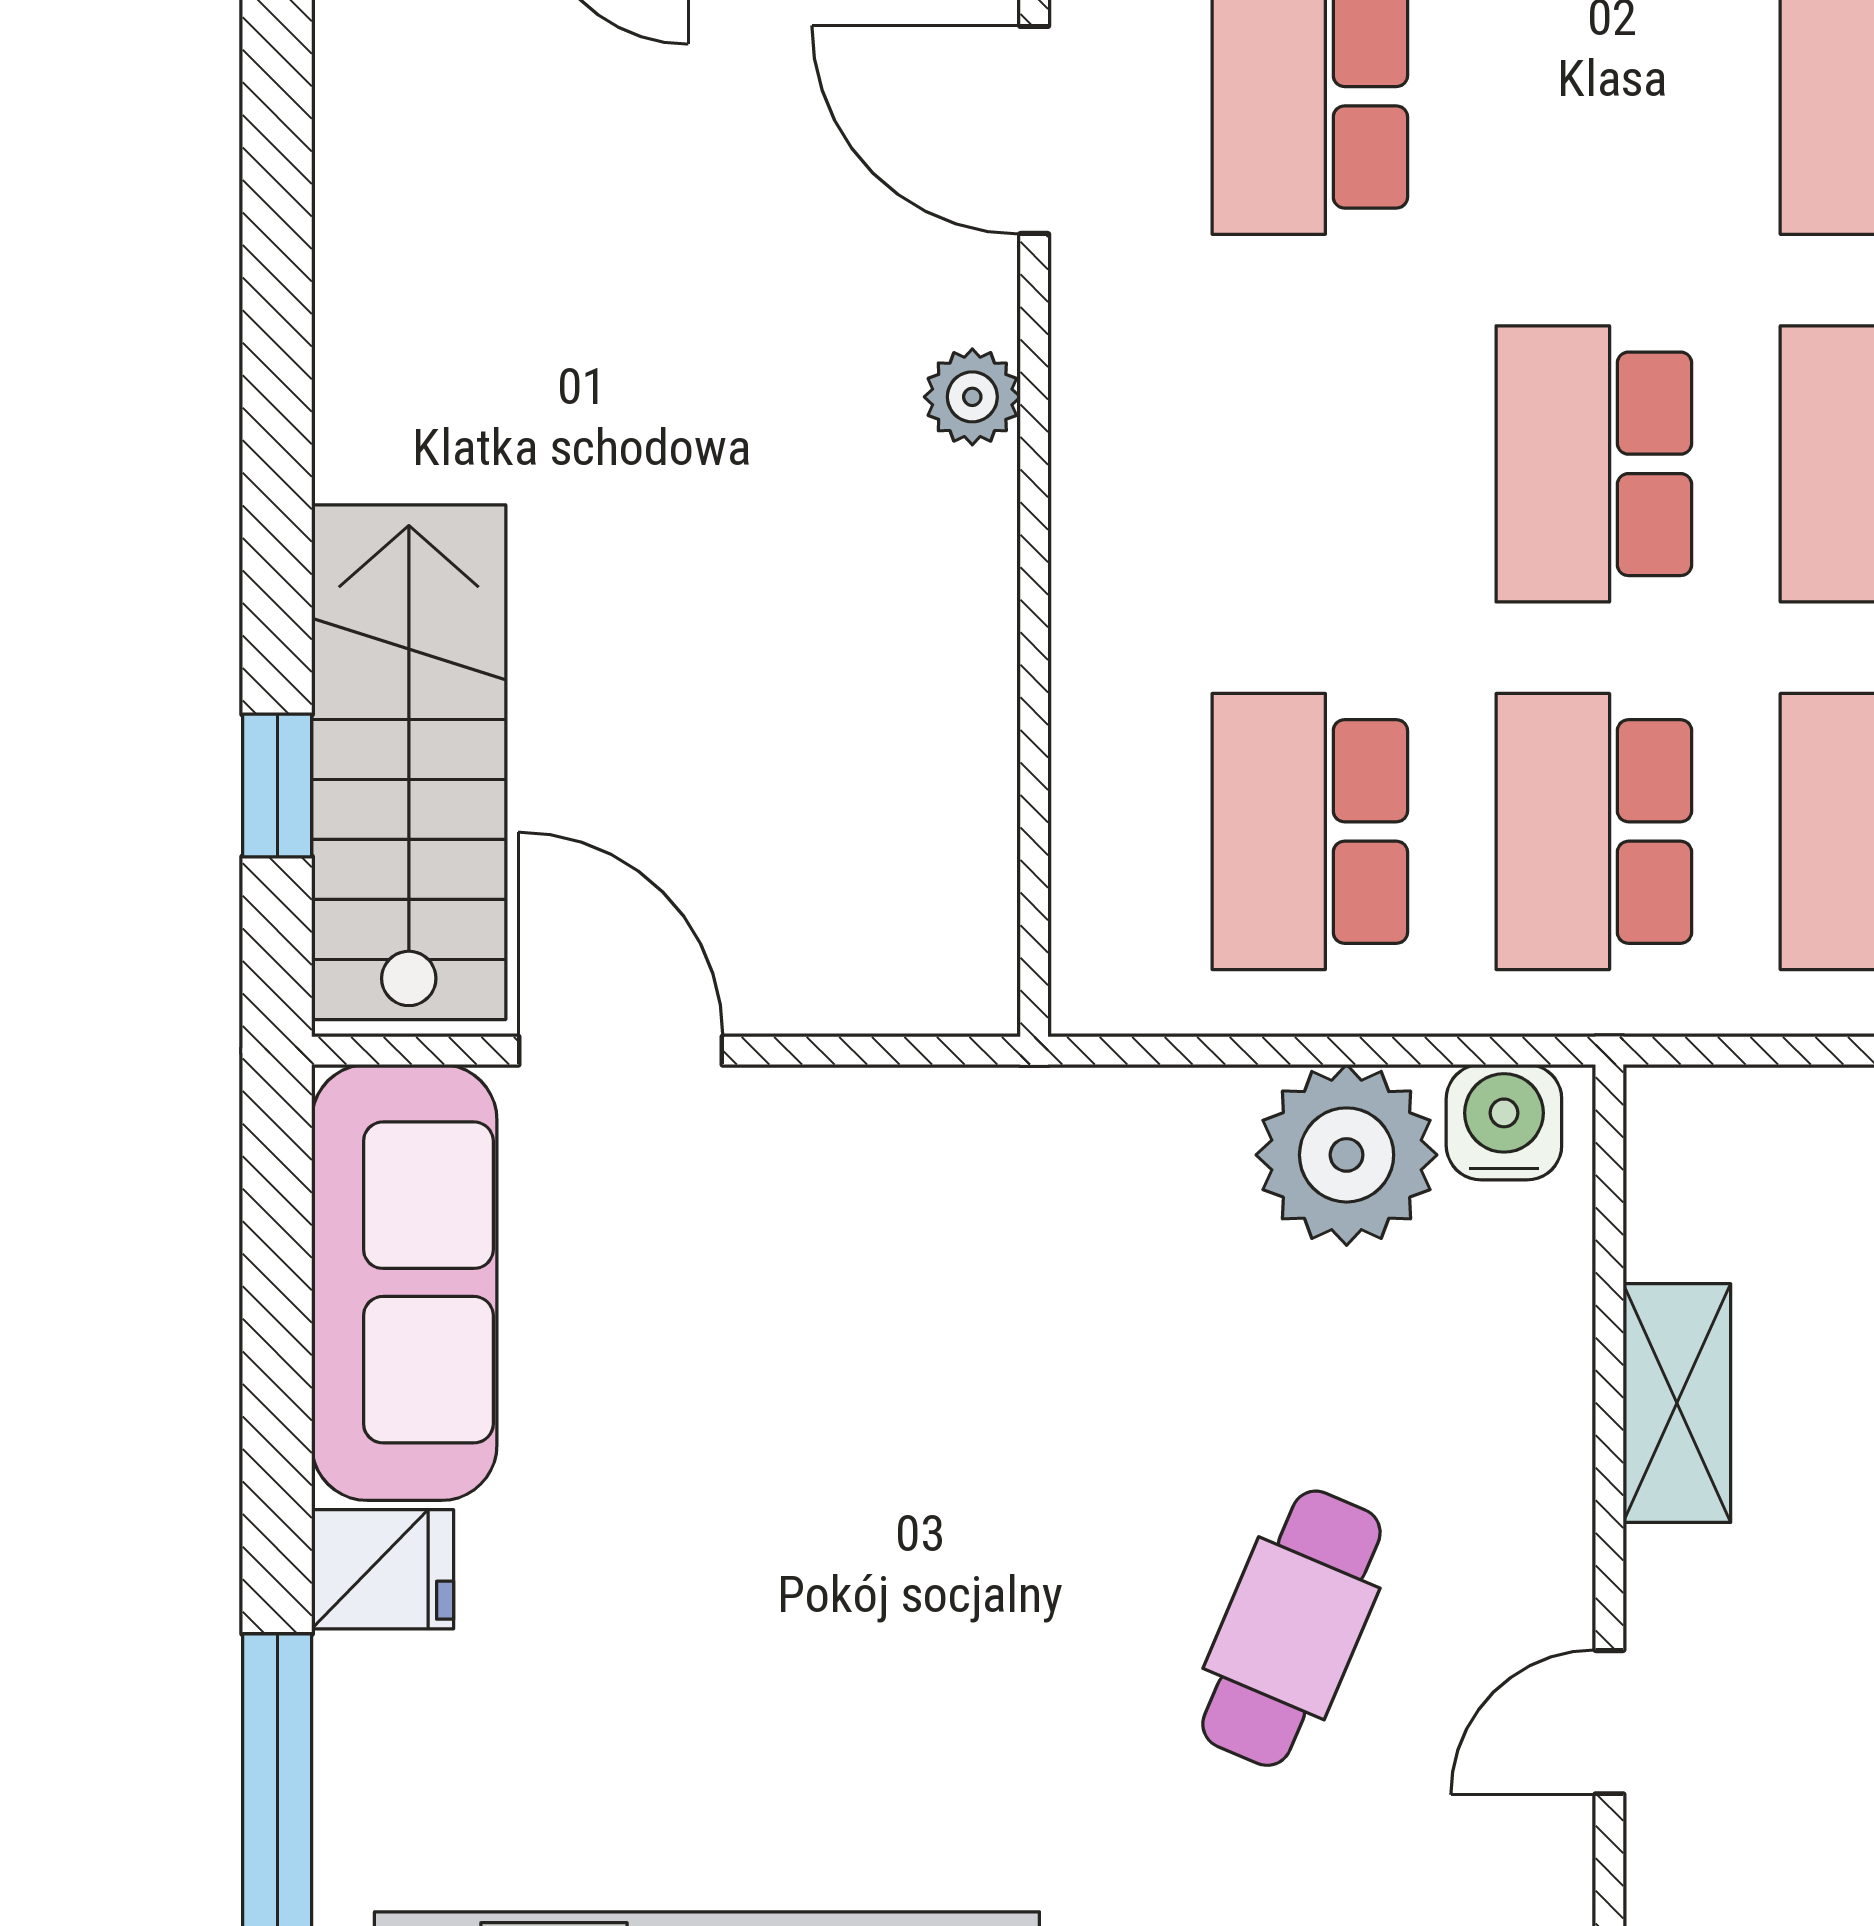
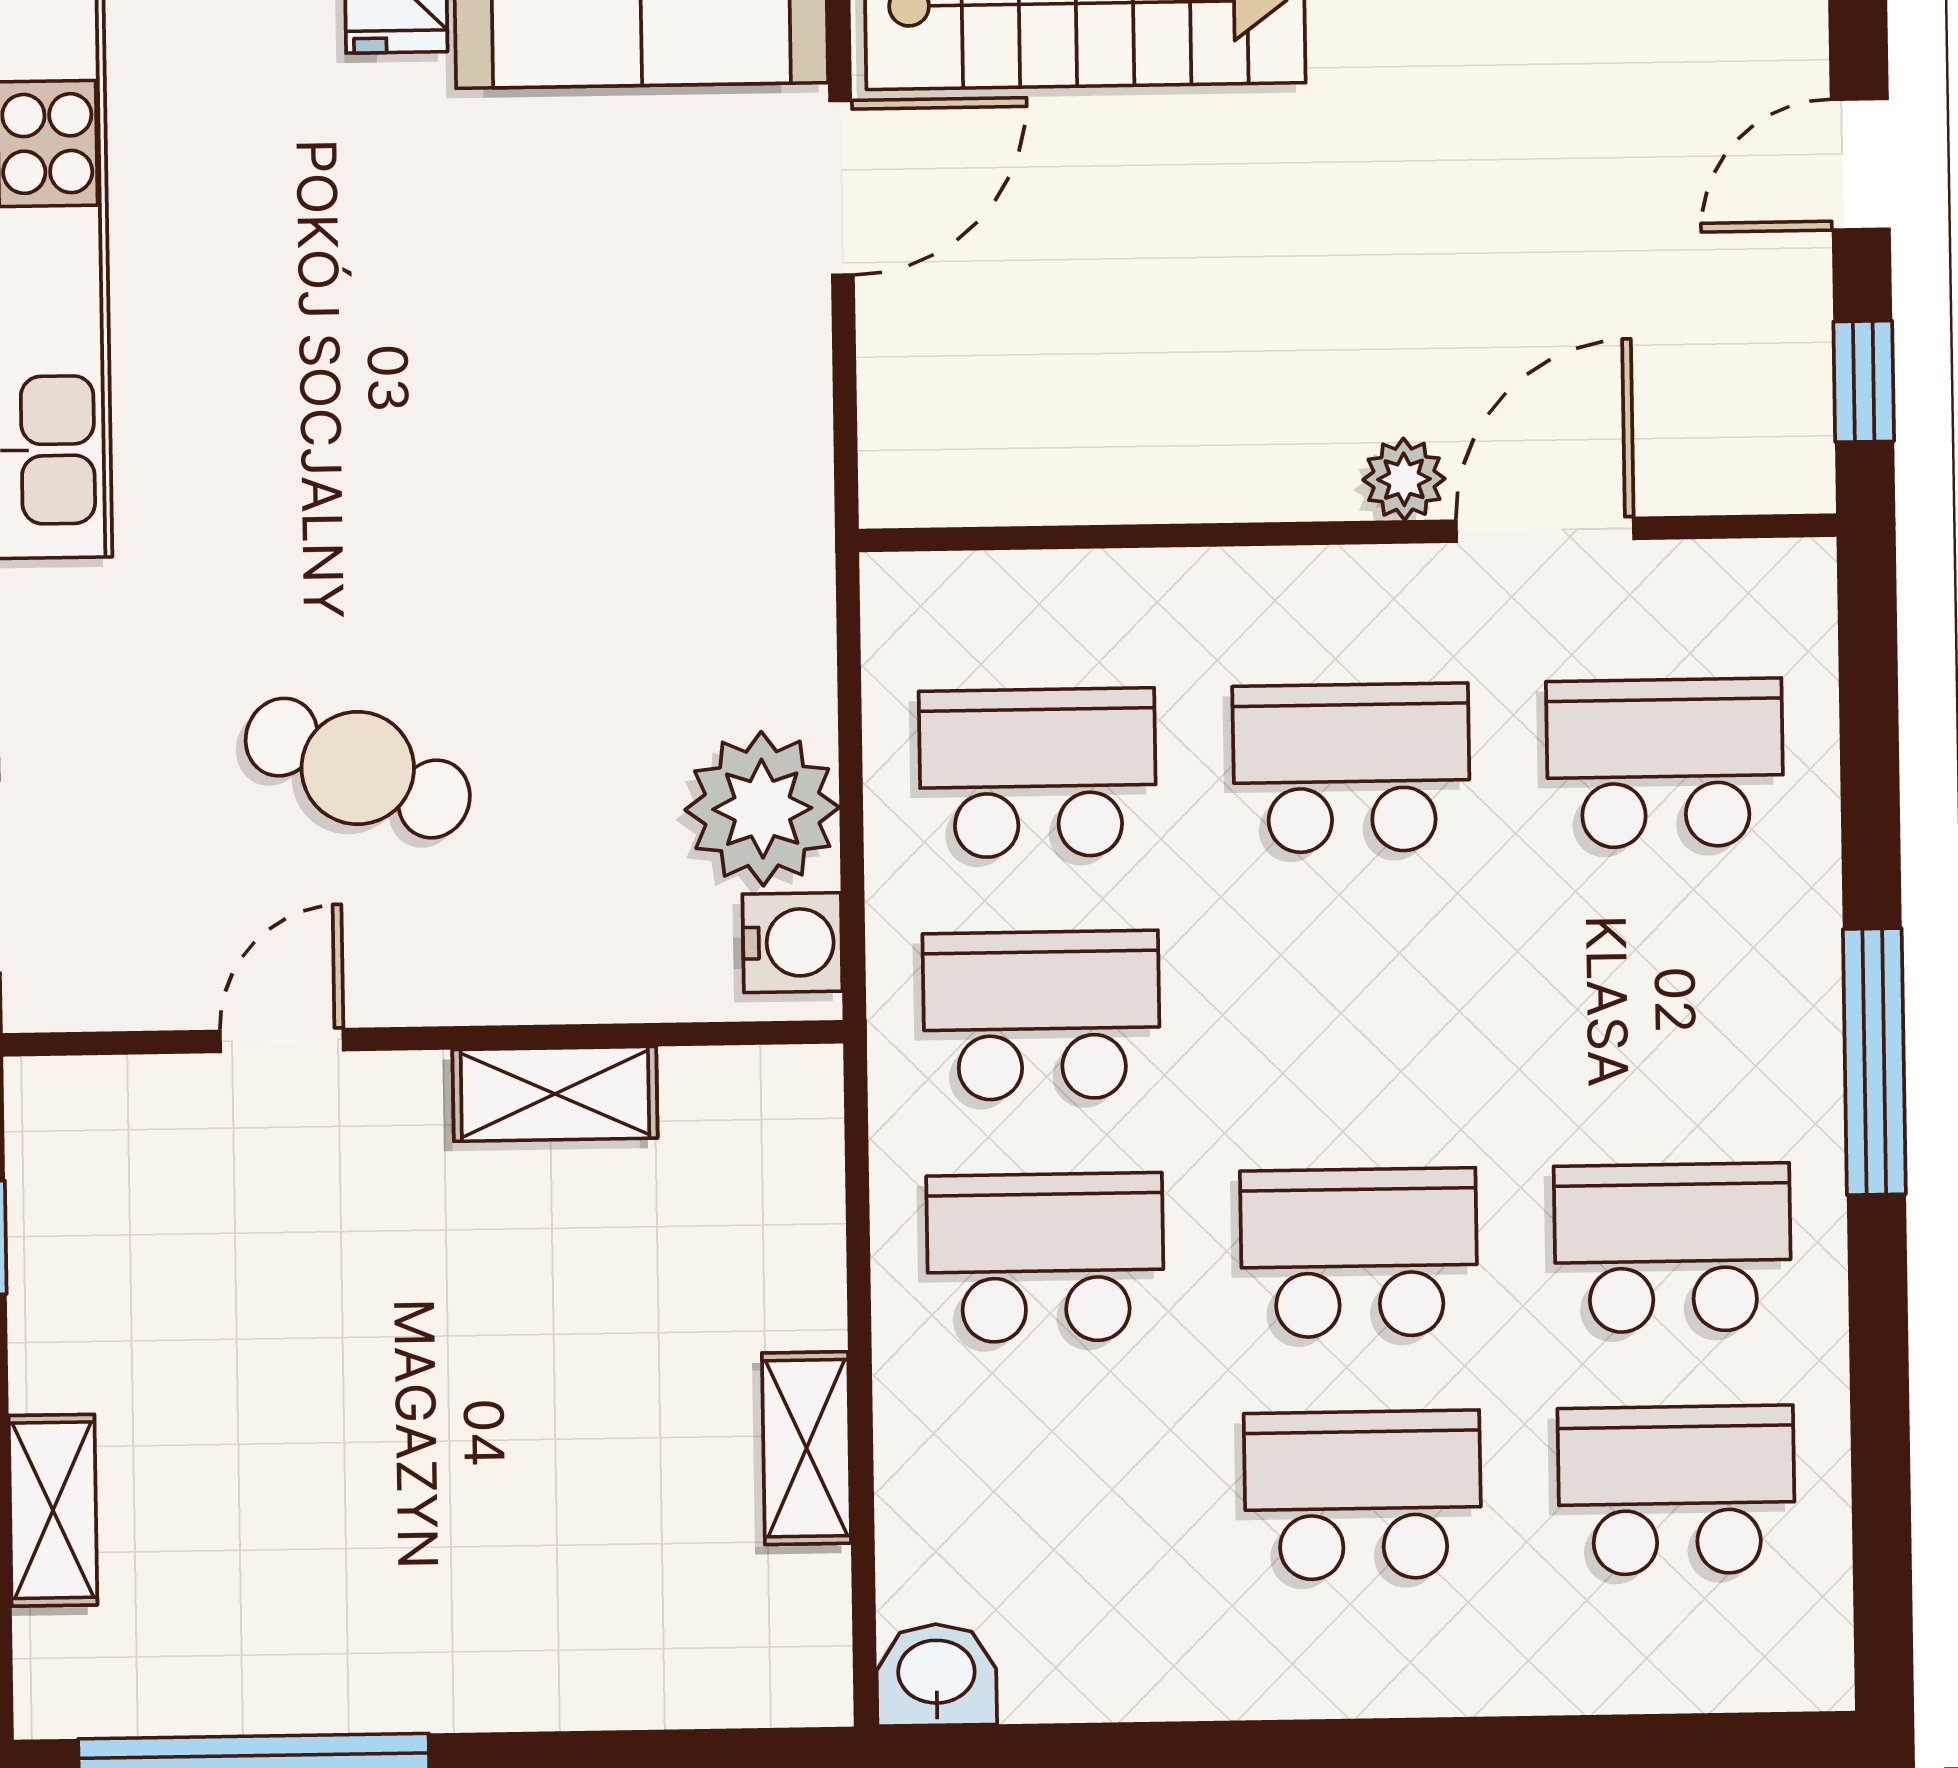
door: (1034, 130) -> (1545, 530), moved
school desk: (1594, 464) -> (1351, 768), moved
door: (1609, 1722) -> (282, 1041), hinge flipped

